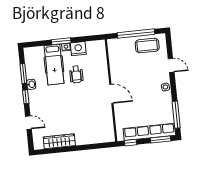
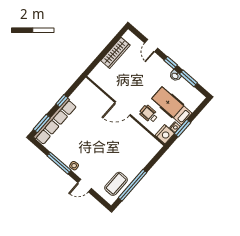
wall: (111, 90) -> (125, 111), moved
door: (111, 94) -> (123, 108), moved
window: (176, 115) -> (59, 163), moved
door: (28, 123) -> (151, 45), hinge flipped

